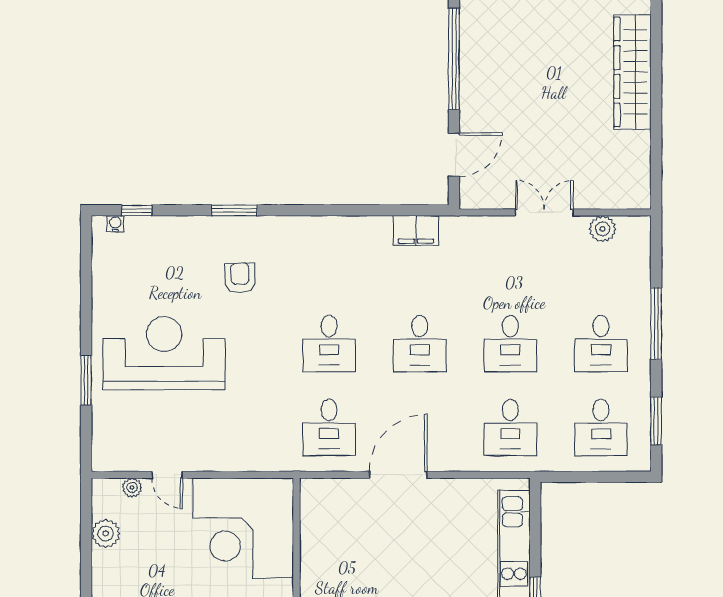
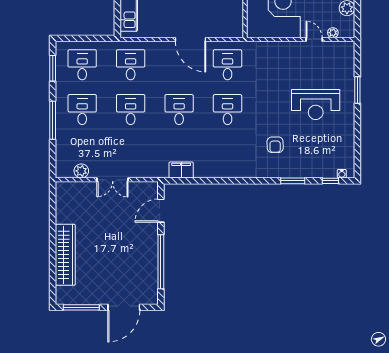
window: (234, 210) -> (293, 181), moved
reception desk: (164, 353) -> (316, 105), width x0.74, depth x0.77
door: (398, 475) -> (191, 39), hinge flipped

